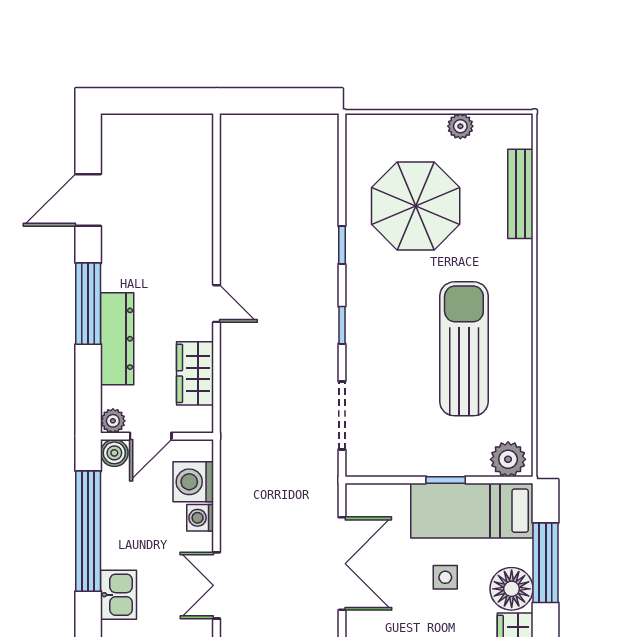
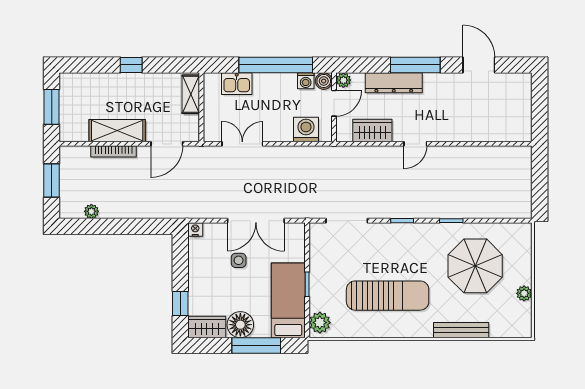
bench: (520, 194) -> (461, 330), moved
door: (151, 436) -> (334, 103), swing flipped
washing machine: (200, 518) -> (306, 81), moved, turned 180
side table: (445, 577) -> (239, 260), moved

